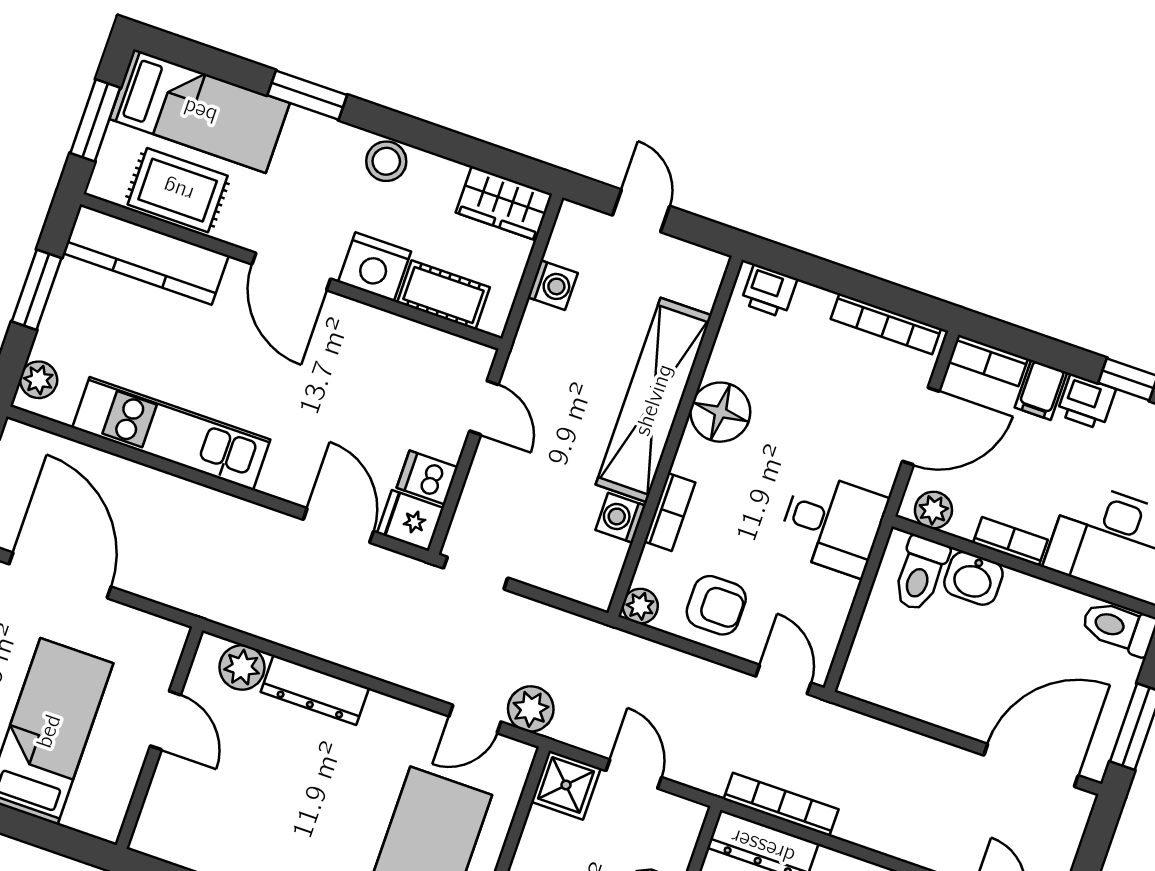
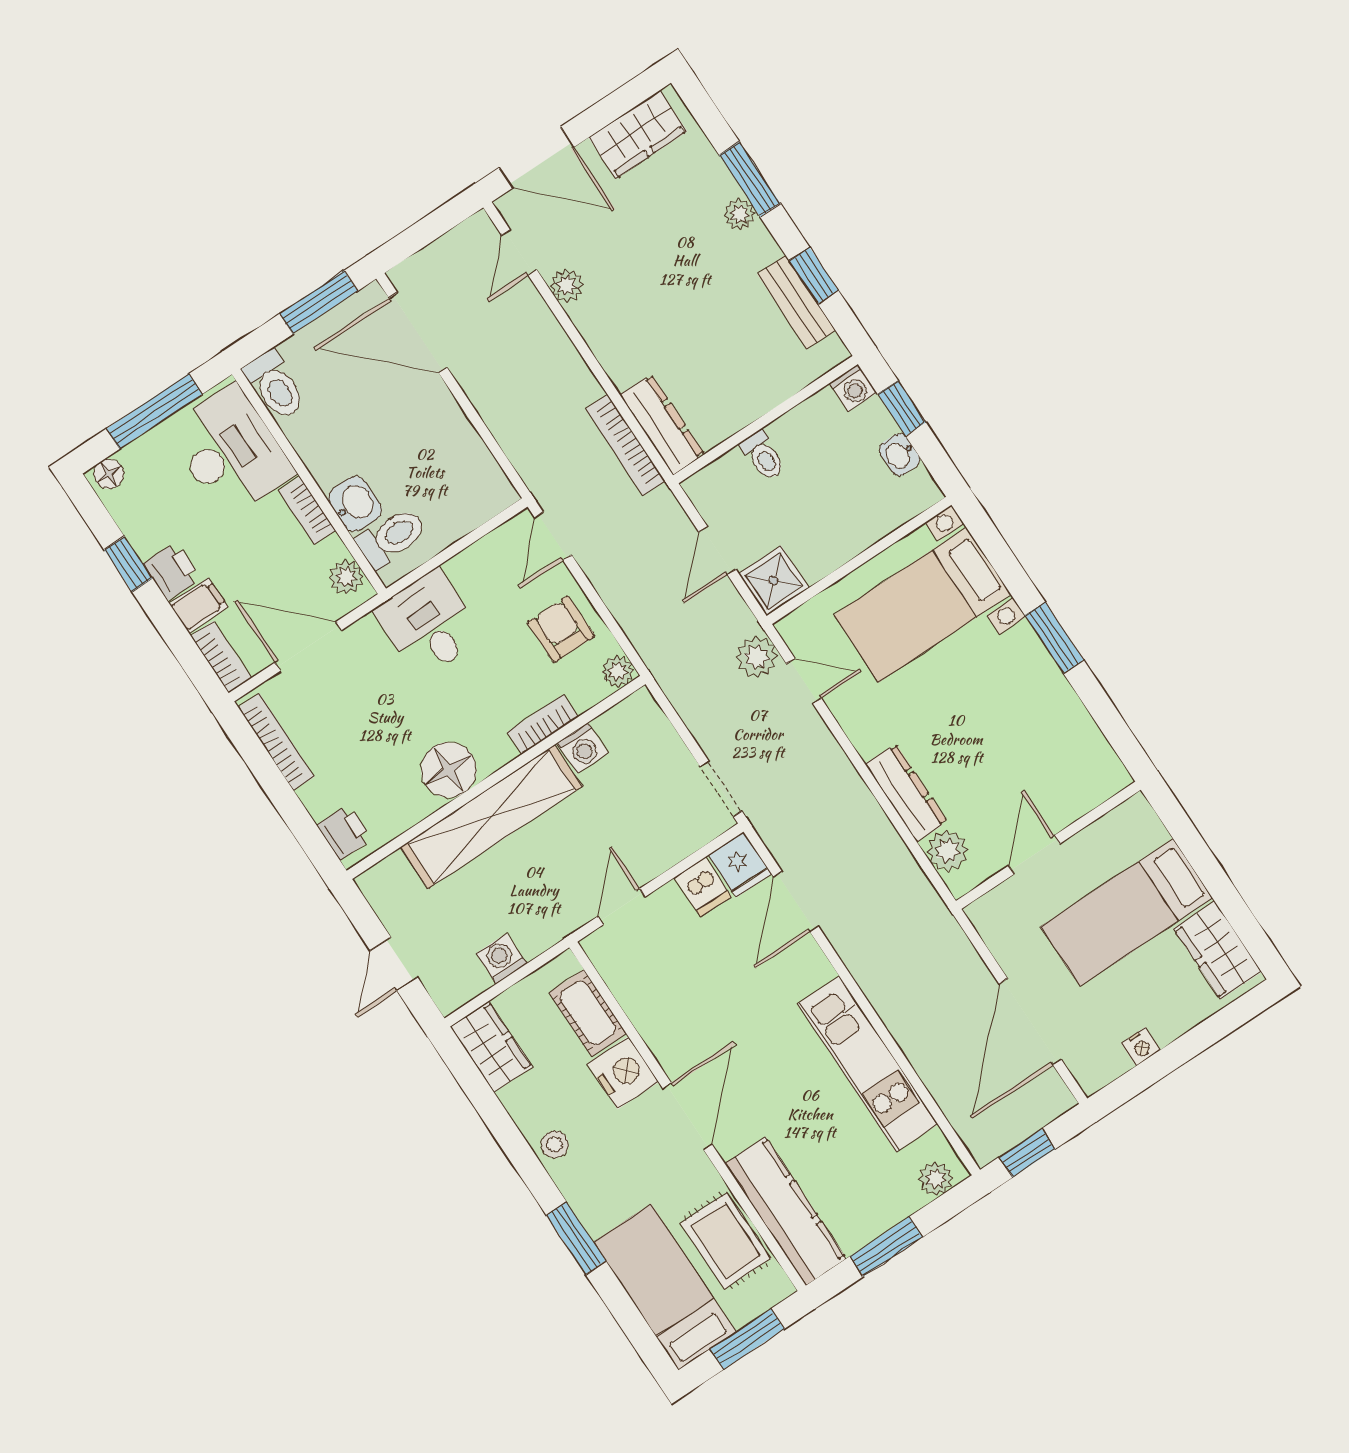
stool: (386, 161) -> (555, 1144), width x0.73, depth x0.73

